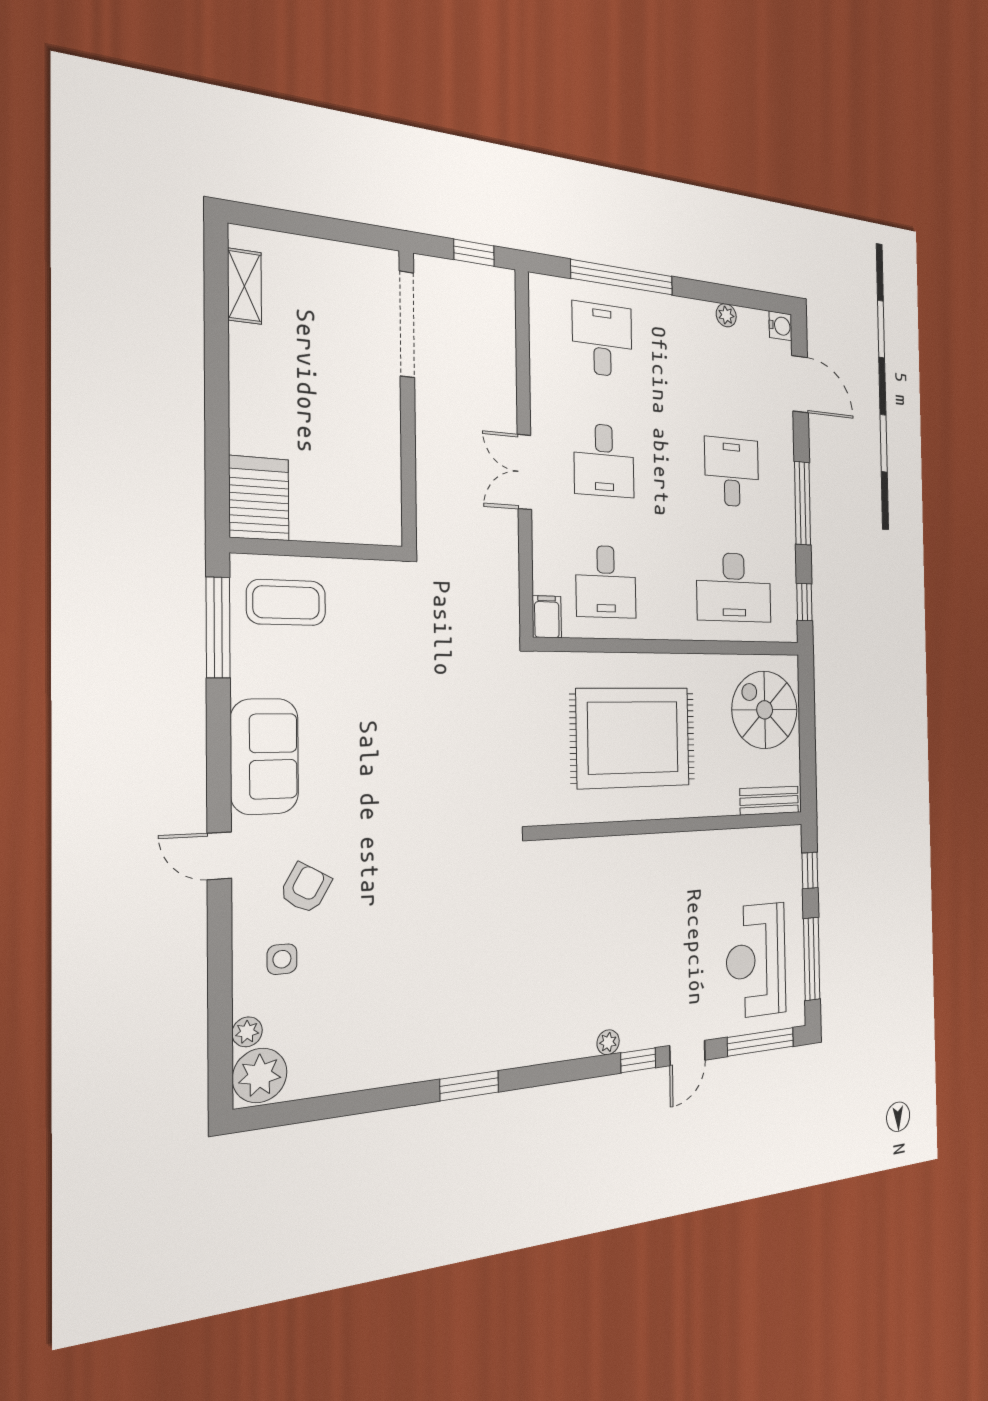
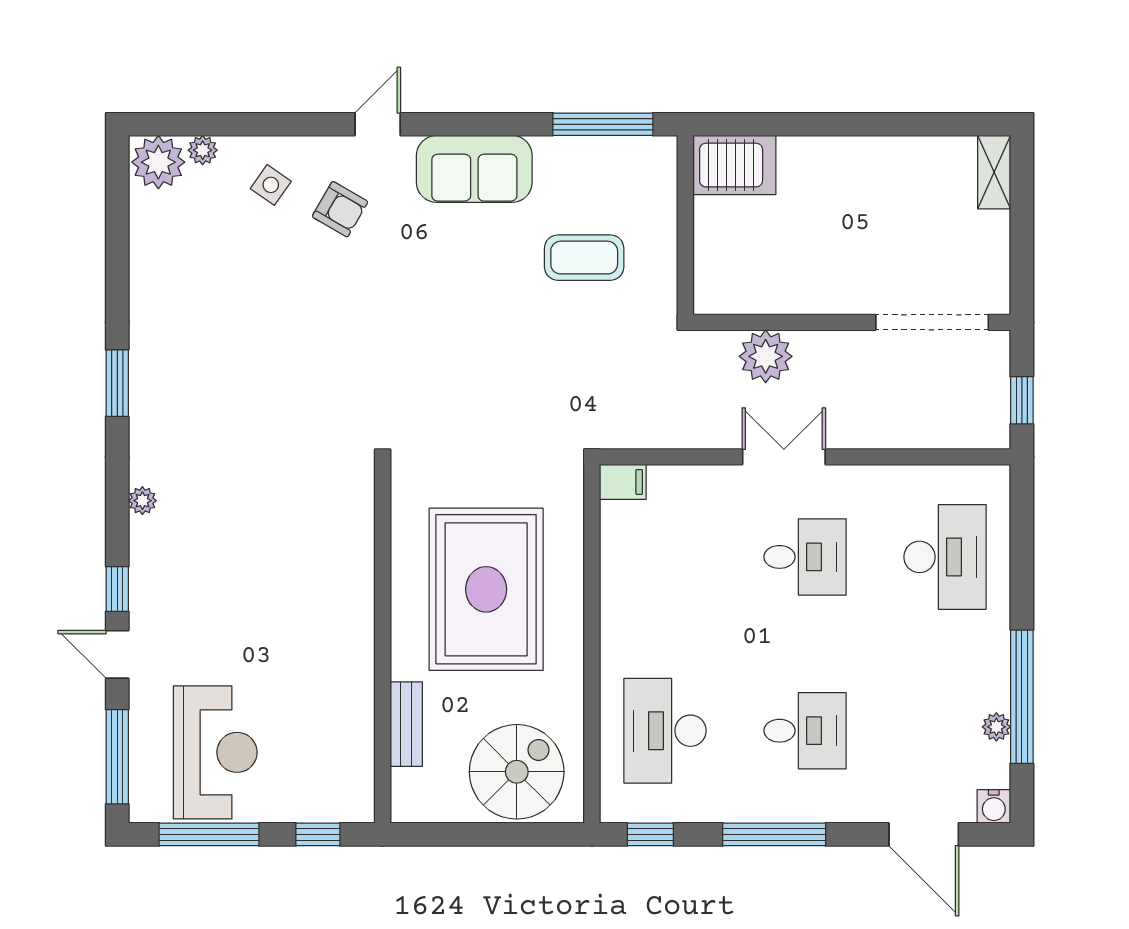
window: (622, 277) -> (1022, 697), moved
shelving: (244, 286) -> (994, 172), moved, turned 90
desk: (602, 340) -> (945, 557), width x1.37
door: (800, 384) -> (924, 834), hinge flipped
desk: (604, 460) -> (805, 557), turned 180
plant: (439, 481) -> (766, 356), added
desk: (606, 582) -> (665, 557), removed
coffee table: (286, 603) -> (584, 258), moved, turned 90
bench: (769, 801) -> (406, 724), moved
side table: (282, 959) -> (271, 185), turned 35
reception desk: (756, 960) -> (215, 752), turned 90
plant: (608, 1042) -> (142, 501), moved

